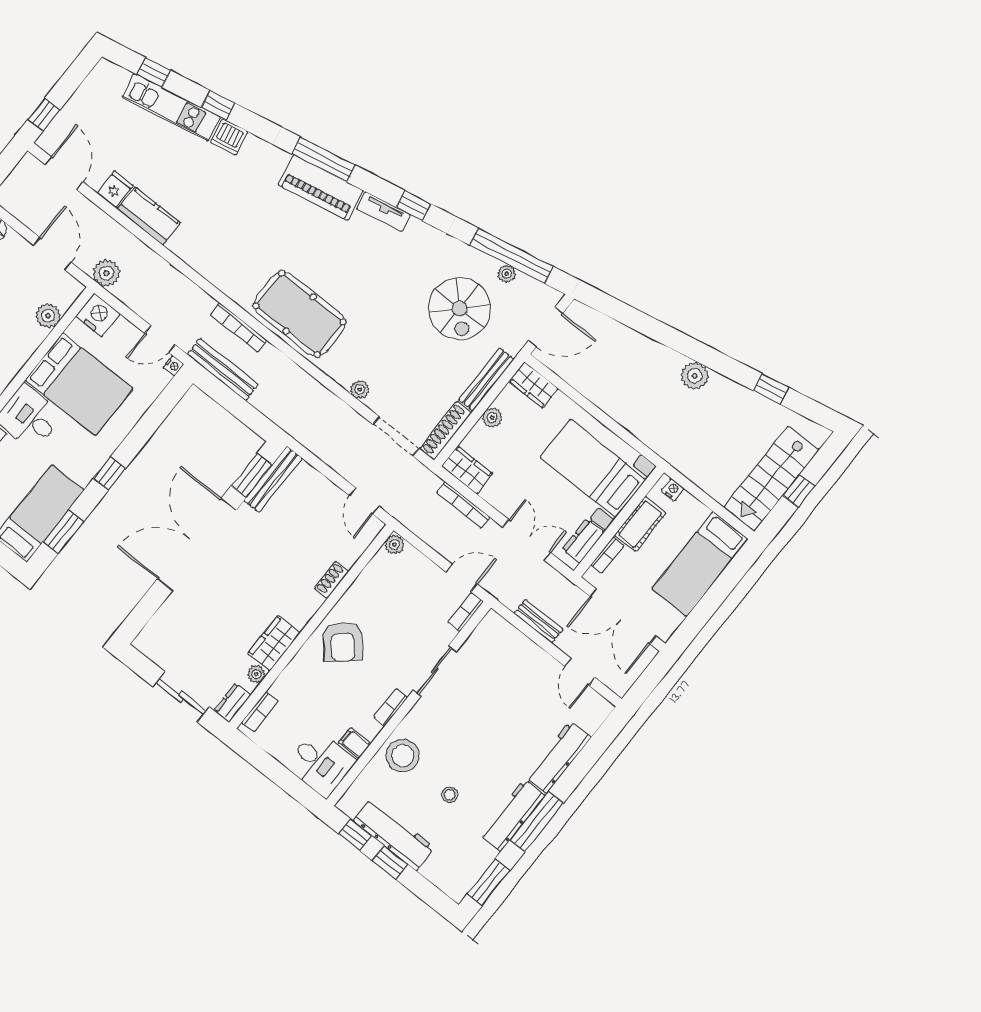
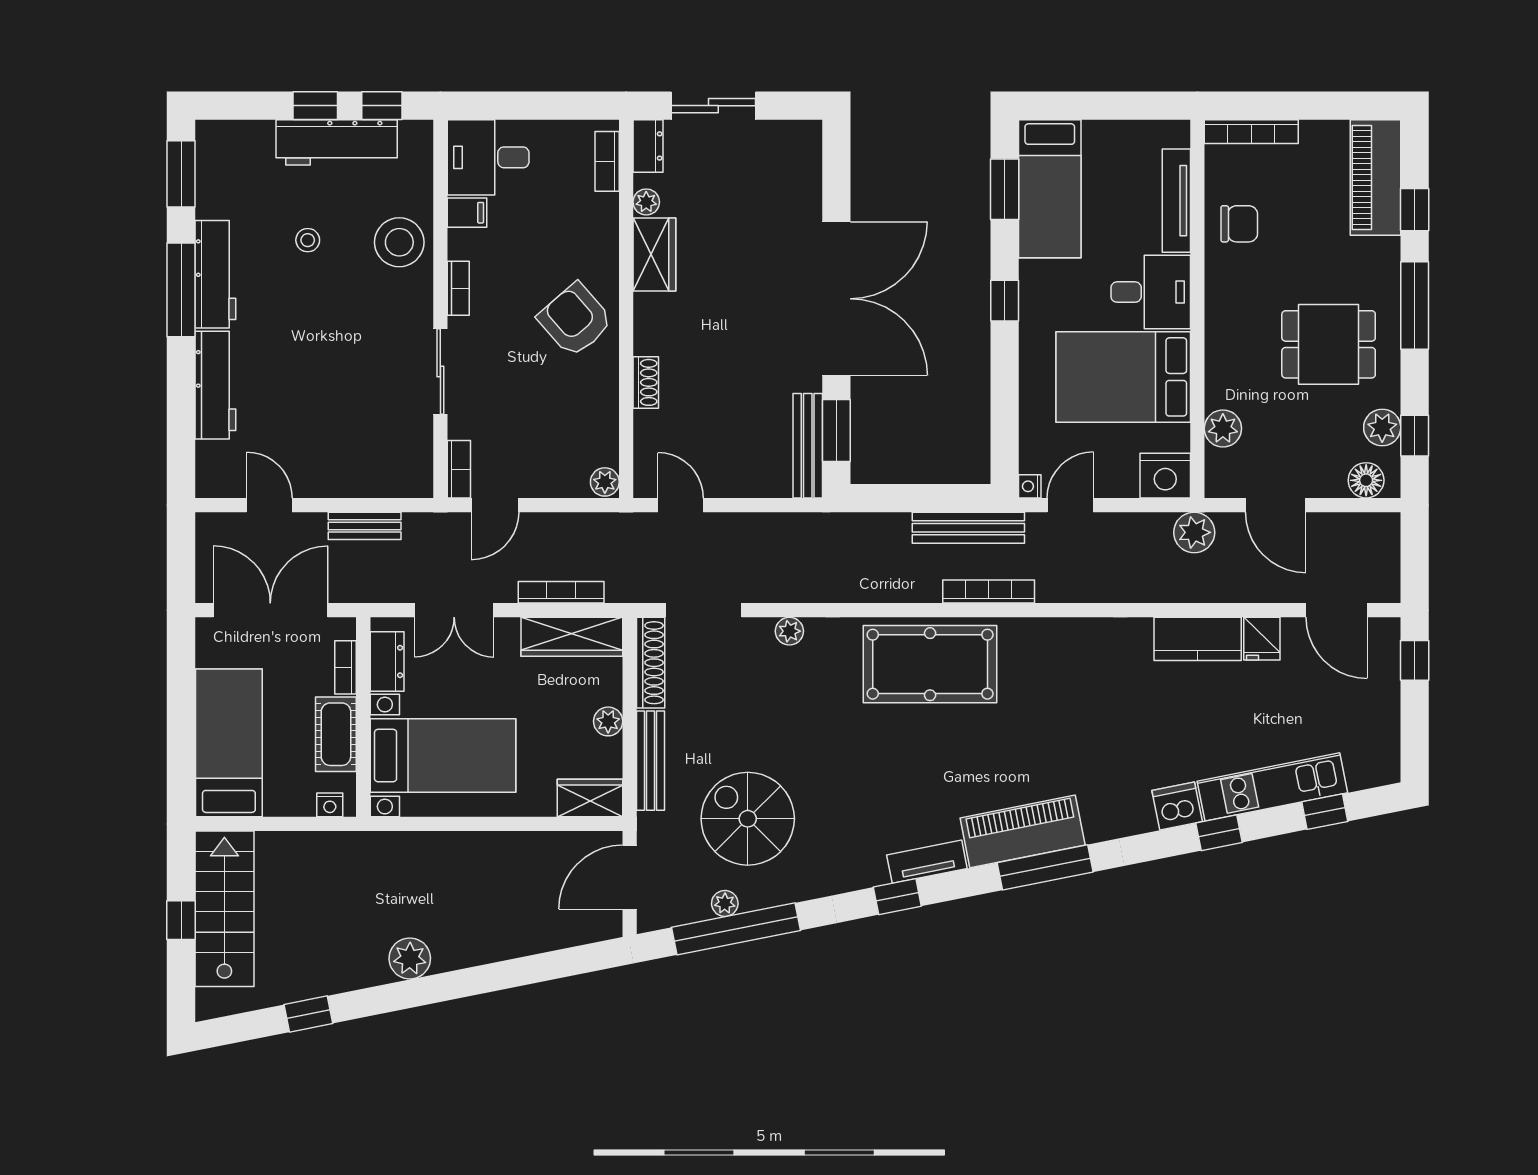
wardrobe: (467, 470) -> (572, 637), width x1.50

